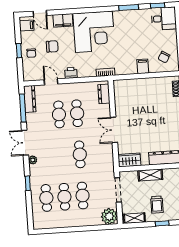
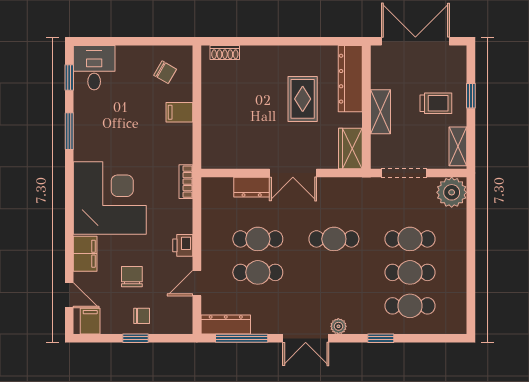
door: (40, 13) -> (69, 295), hinge flipped
dresser: (104, 94) -> (252, 187), moved
rug: (154, 132) -> (303, 99), added

